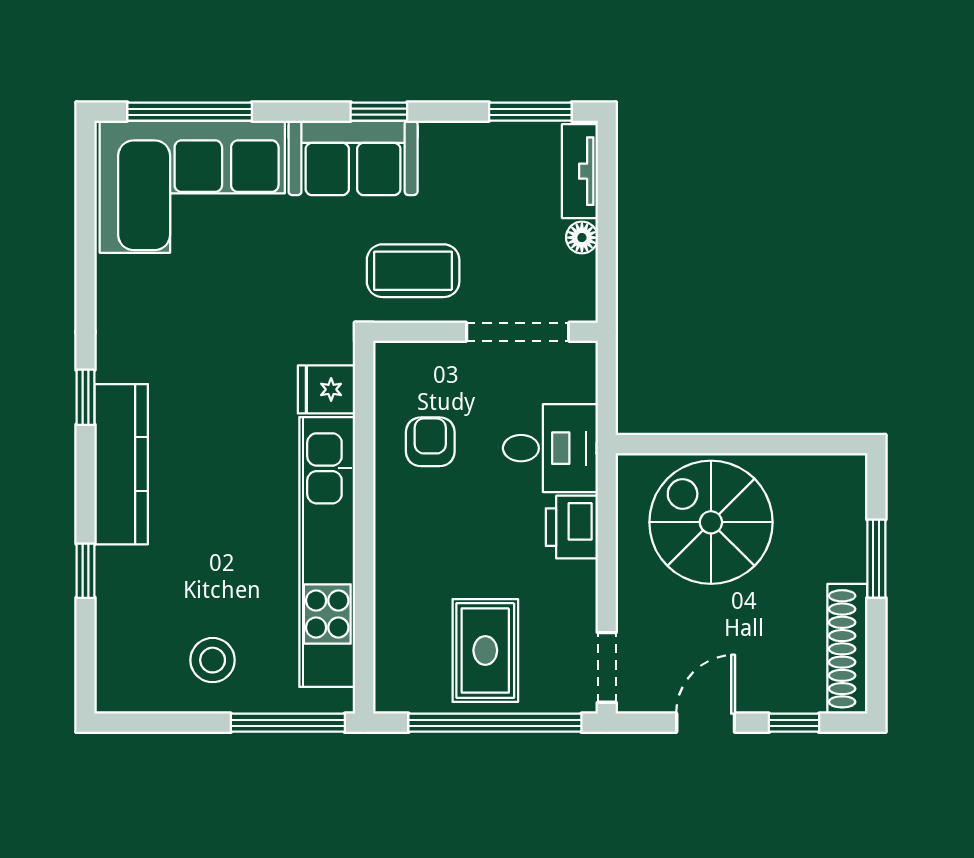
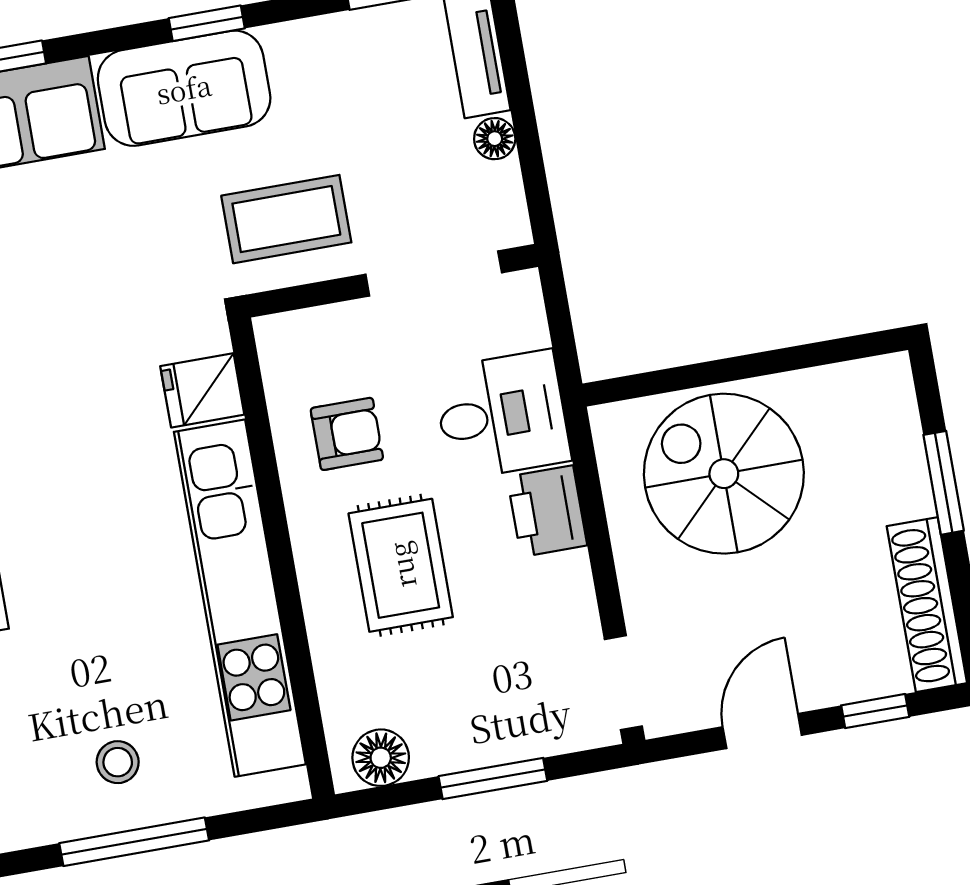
armchair: (430, 442) -> (347, 434), turned 90
rug: (485, 650) -> (401, 565), moved
stool: (213, 660) -> (118, 762), width x0.73, depth x0.73
floor lamp: (413, 692) -> (381, 758), added
window: (288, 723) -> (134, 842), moved
window: (495, 723) -> (493, 779), width x0.47

